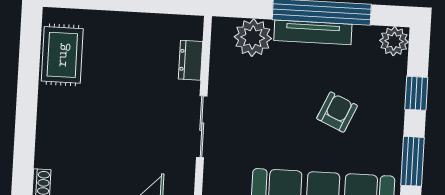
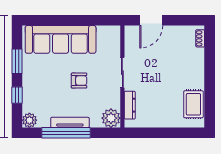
plant: (253, 38) -> (111, 118), moved
dresser: (191, 60) -> (130, 105), width x1.44
armchair: (337, 112) -> (79, 81), moved, turned -114

